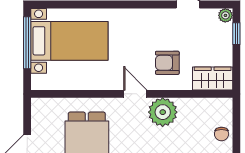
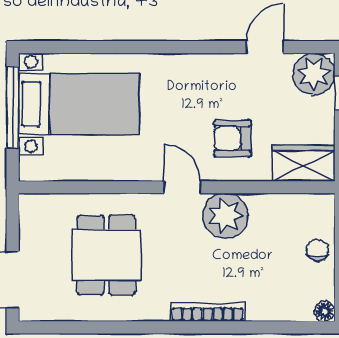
plant: (225, 15) -> (314, 74), width x1.88, depth x1.88
chair: (222, 134) -> (317, 250), turned 180

